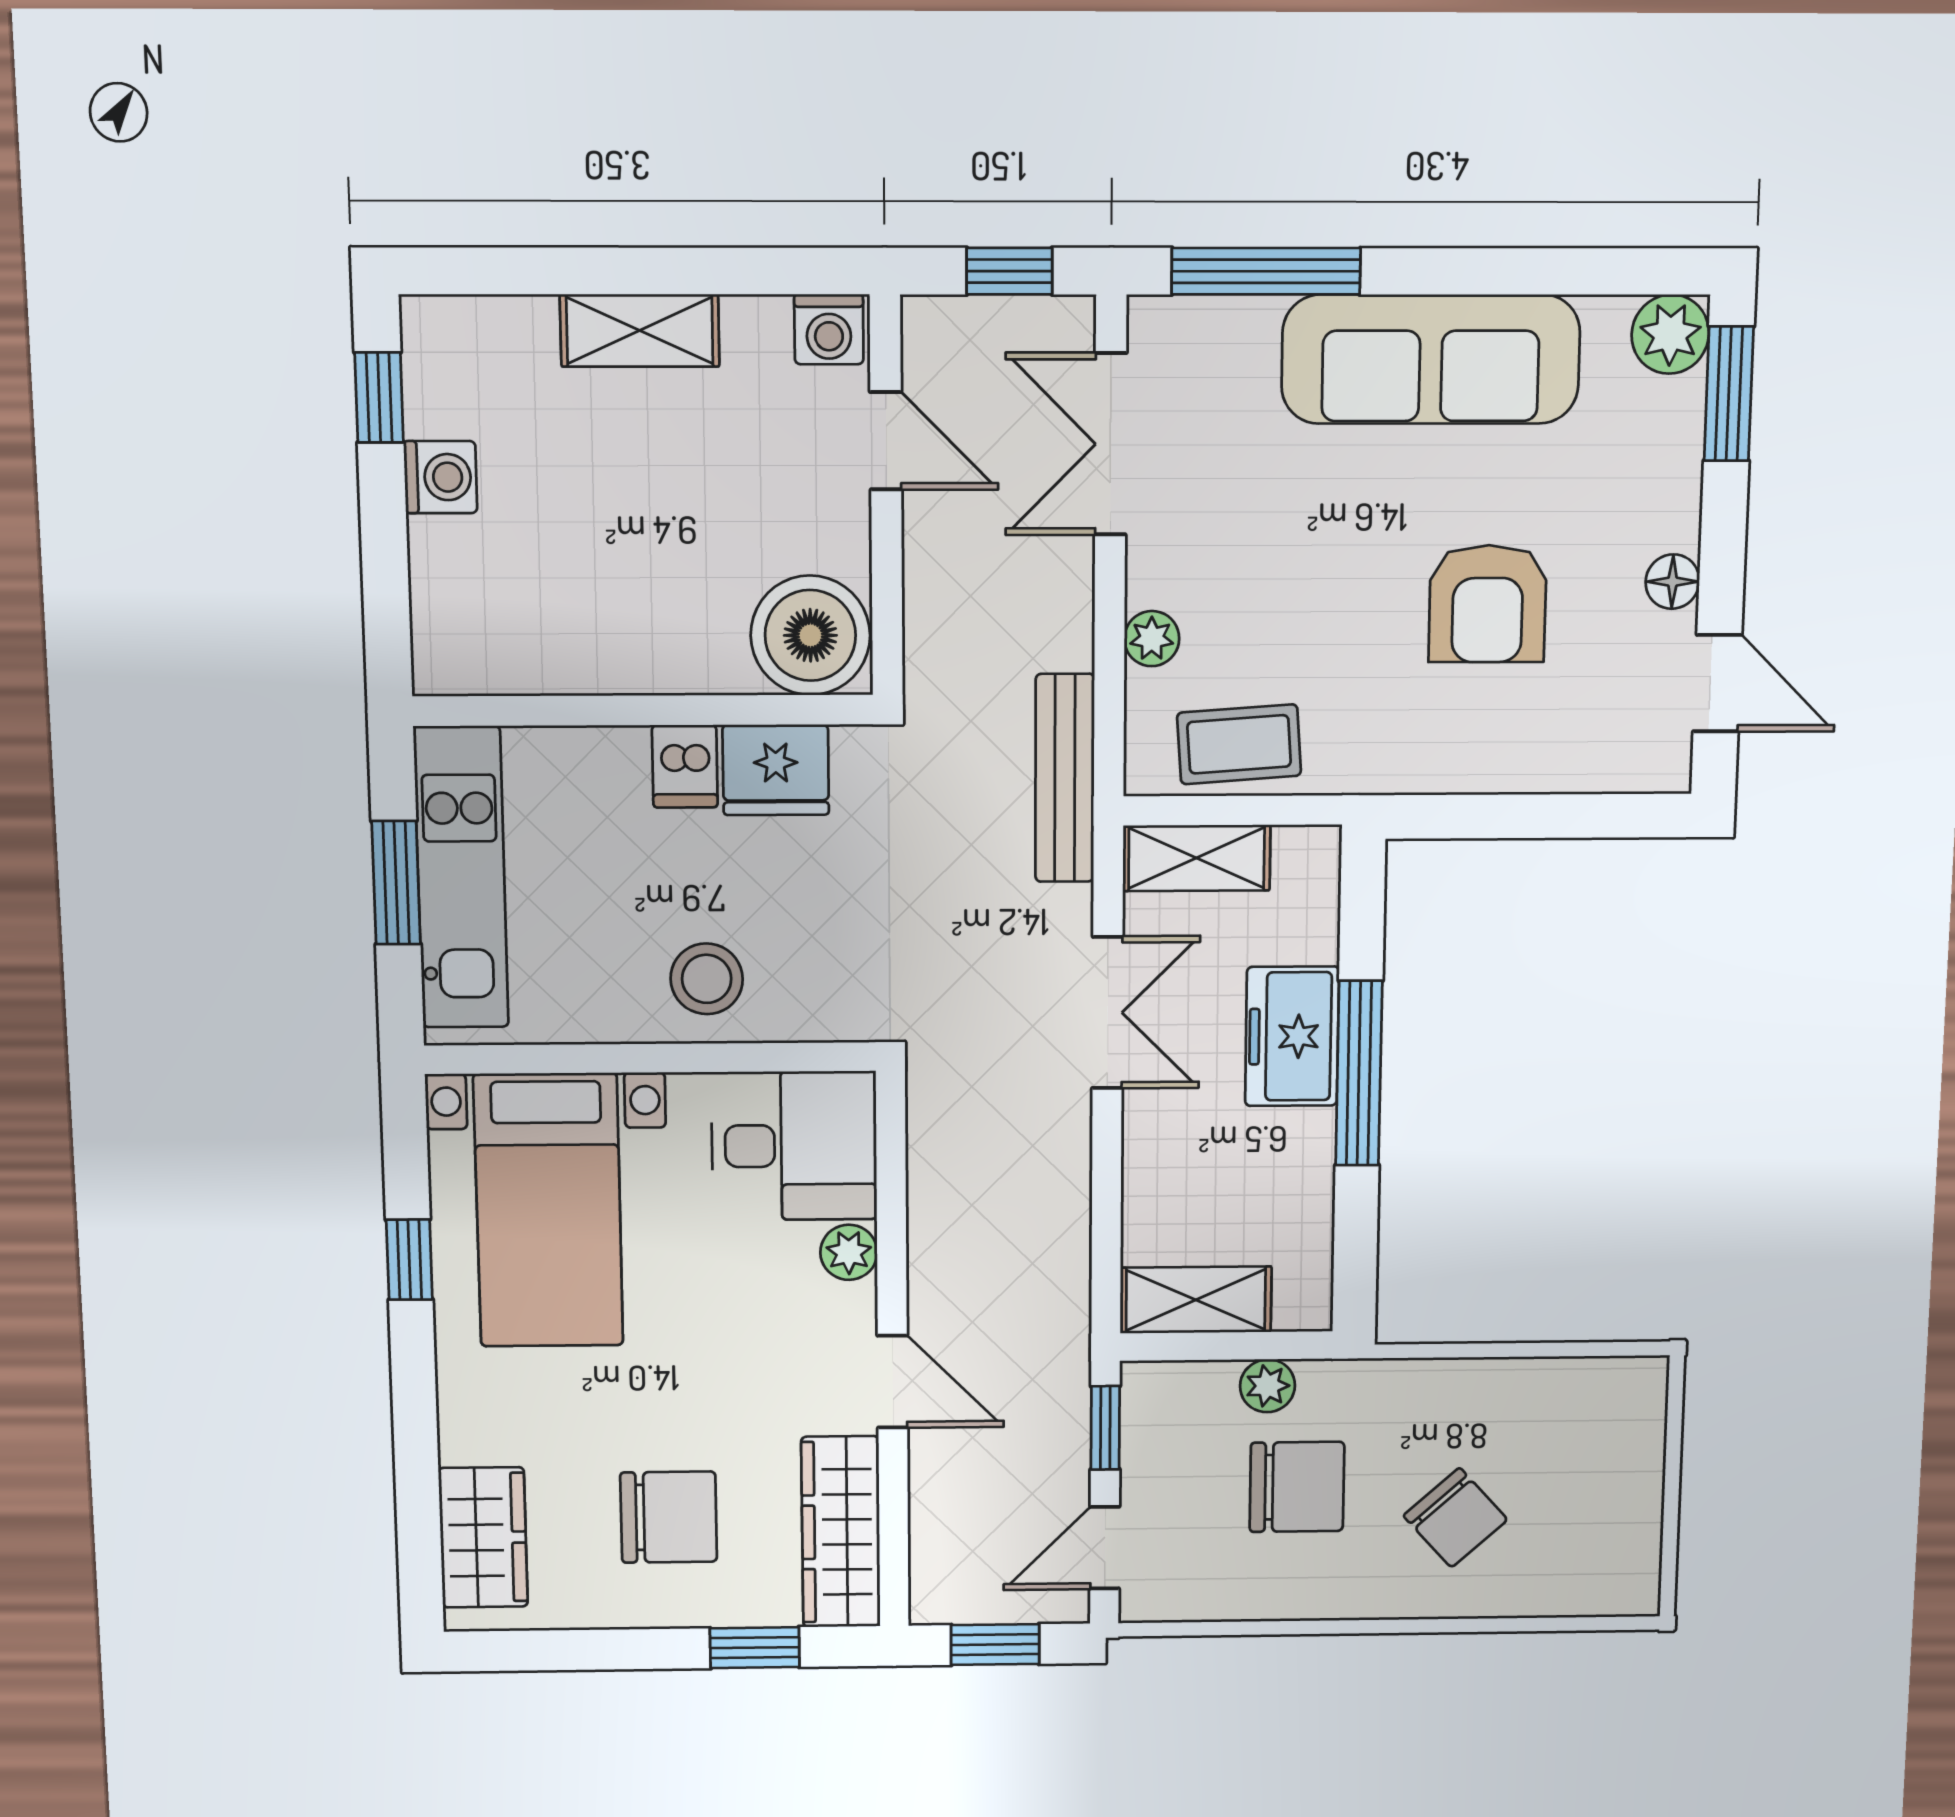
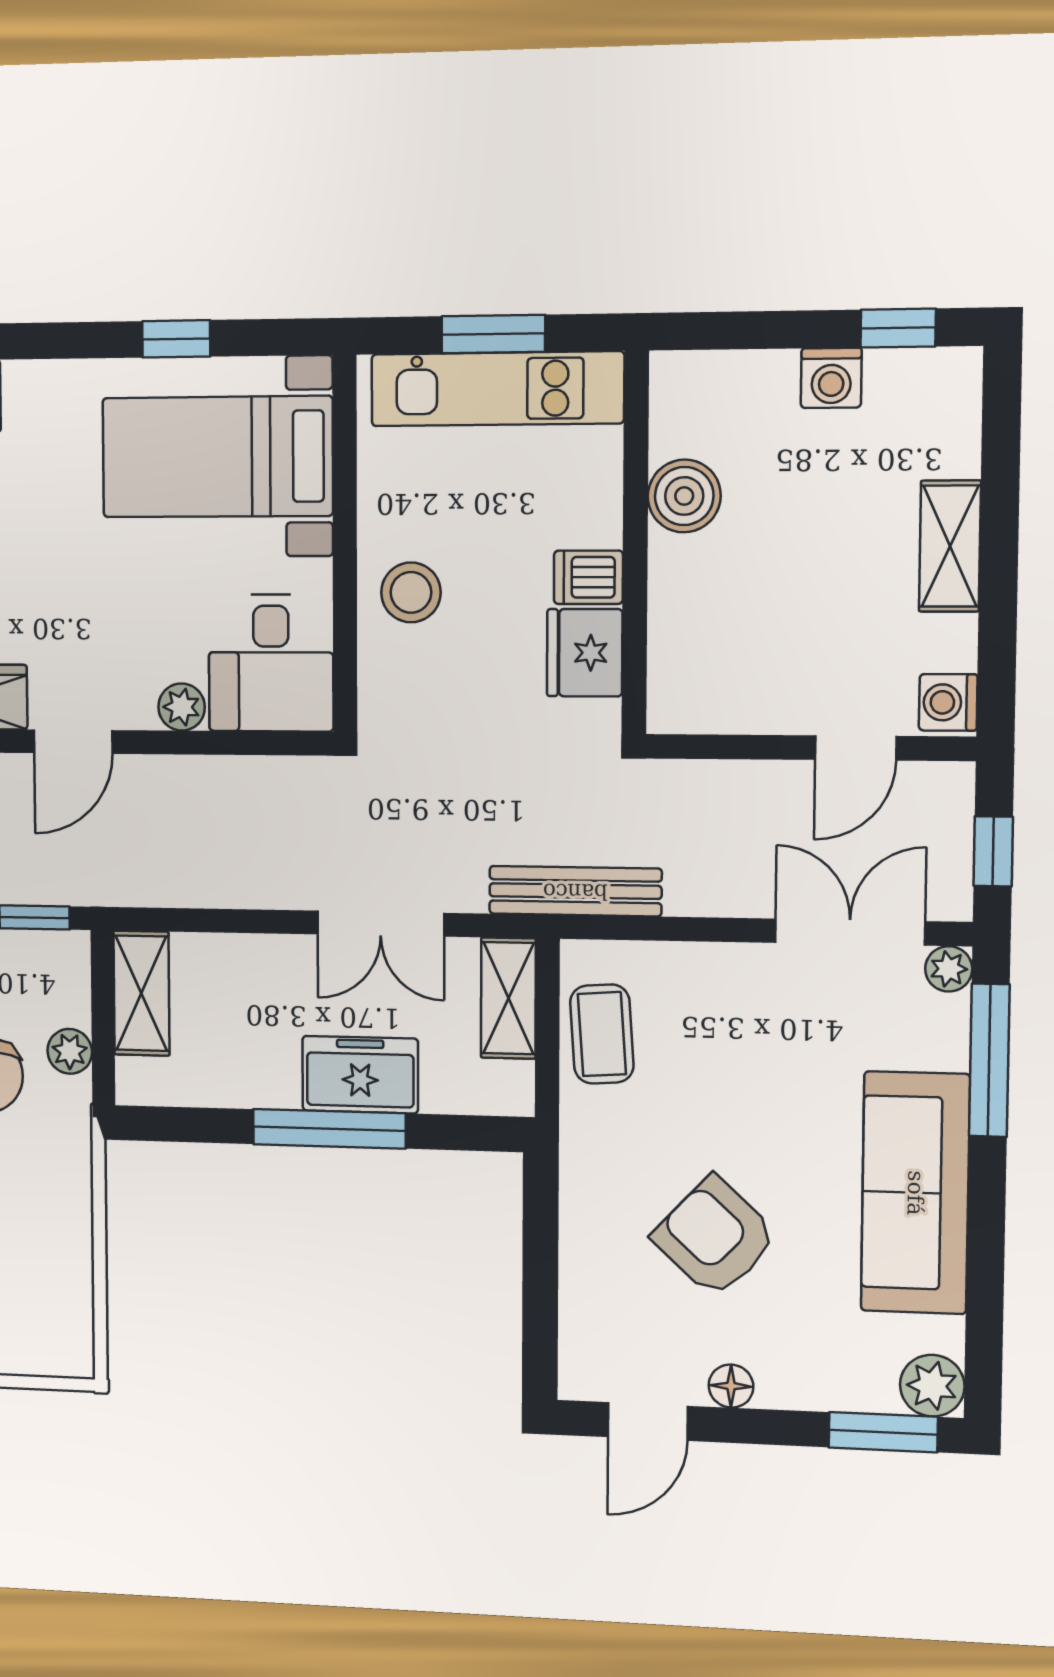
armchair: (1488, 604) -> (715, 1237), turned 43
boiler: (810, 635) -> (684, 496), moved, width x0.73, depth x0.73
plant: (1152, 639) -> (949, 969), moved

